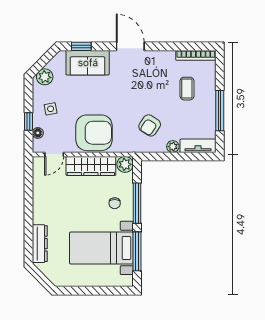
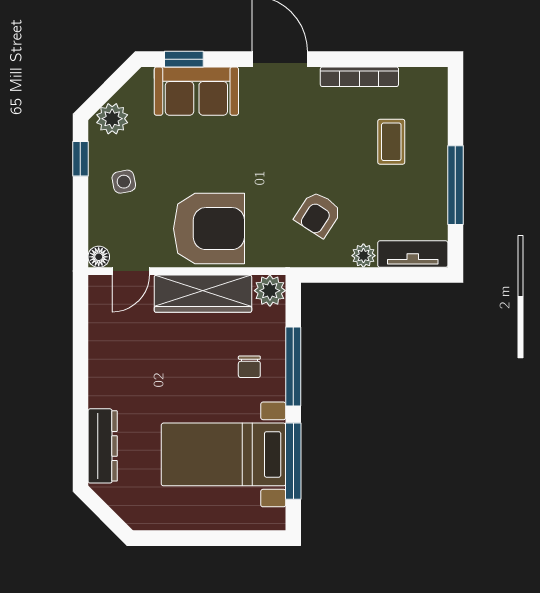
bookcase: (196, 55) -> (359, 77), moved
window: (28, 122) -> (80, 159), moved
floor lamp: (38, 133) -> (99, 257), moved

